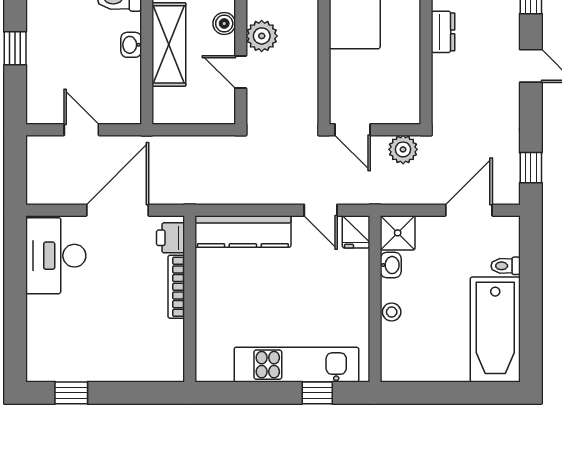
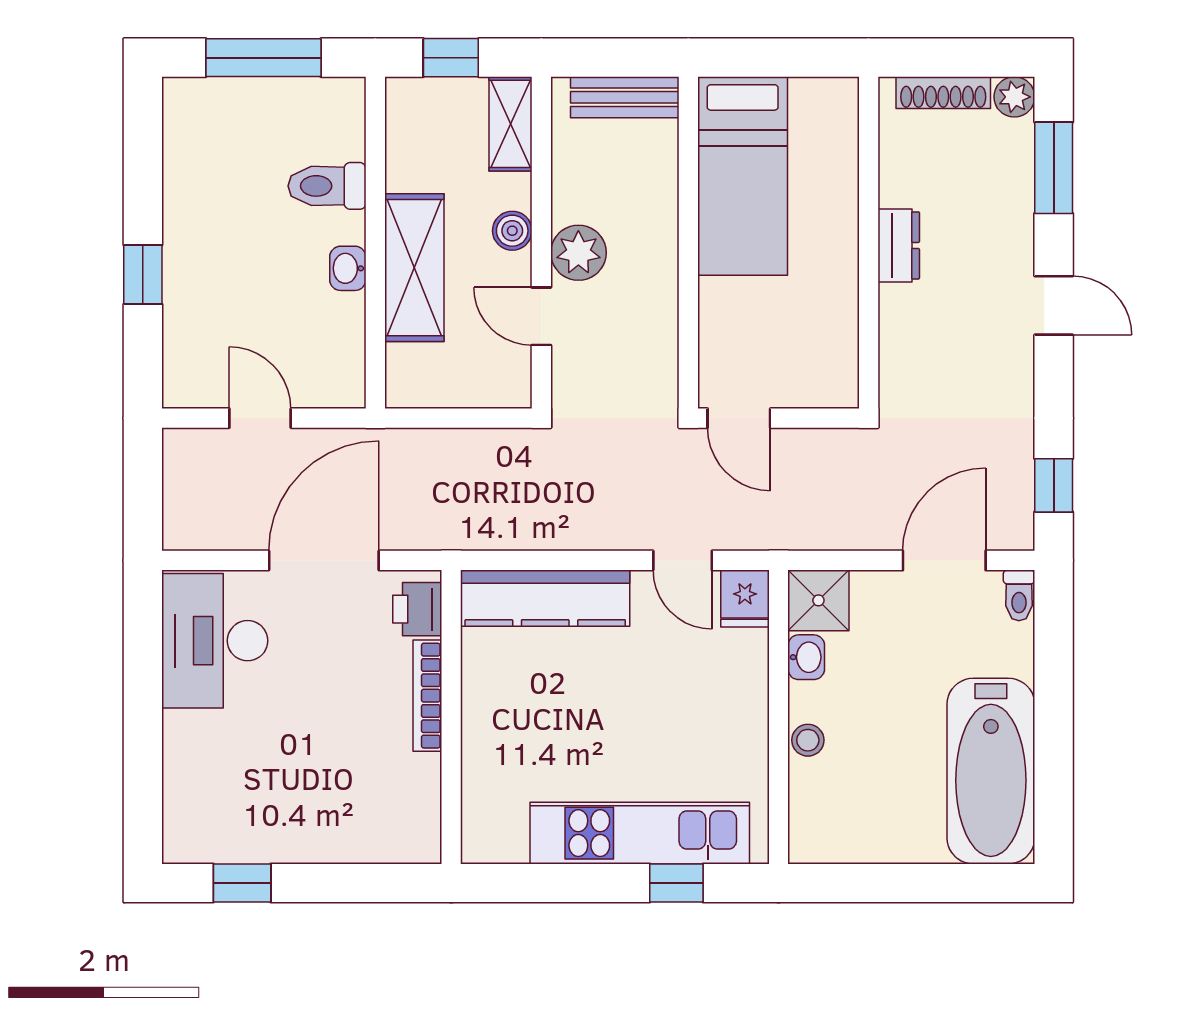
plant: (403, 149) -> (828, 453), removed
toilet: (506, 266) -> (1019, 595), moved, turned -90

